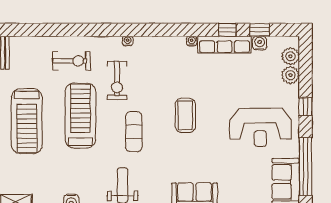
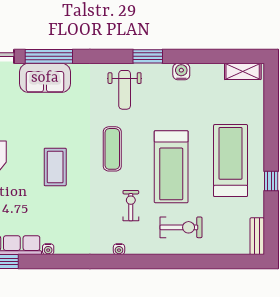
exercise bike: (72, 61) -> (181, 227), turned 180
exercise bike: (117, 80) -> (131, 206), width x0.73, depth x0.72

